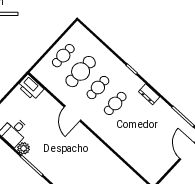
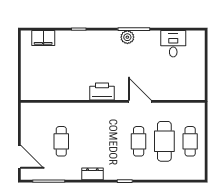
printer: (31, 87) -> (102, 91), moved
cafe table: (115, 103) -> (61, 141), moved
plant: (24, 148) -> (127, 37), moved

